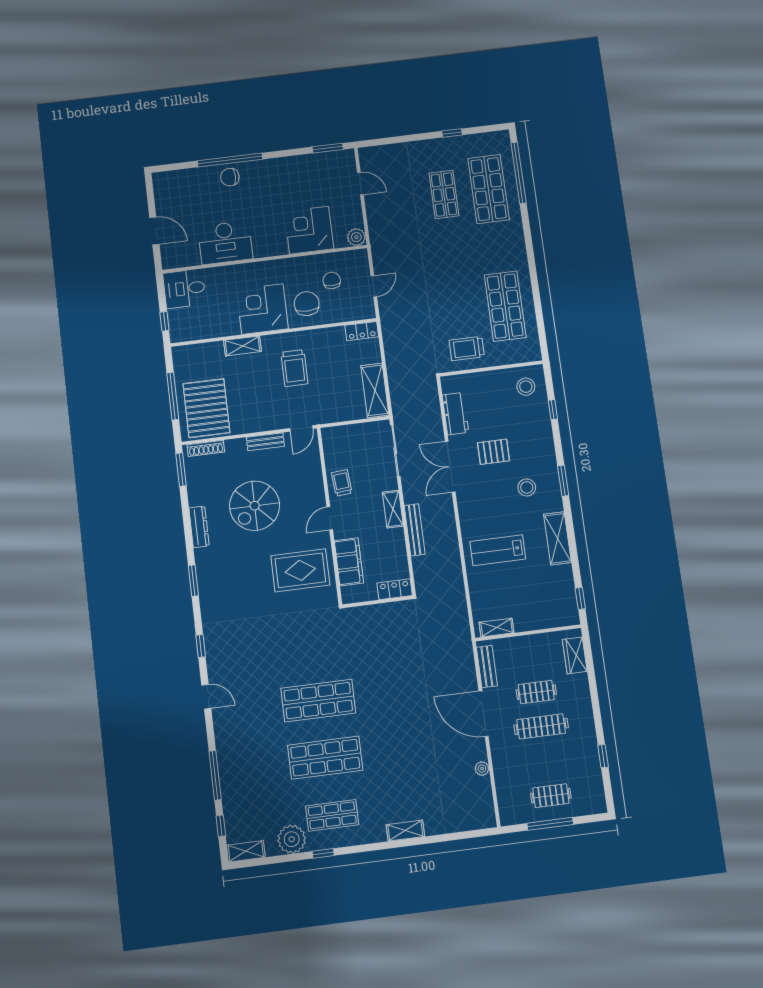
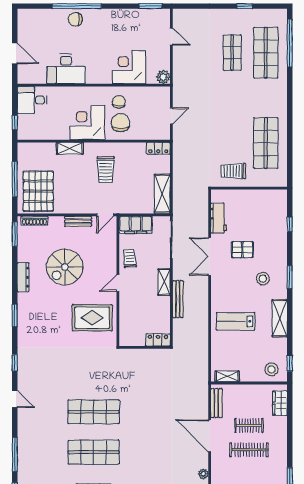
chair: (332, 280) -> (119, 102), moved
stool: (526, 387) -> (271, 369), moved
filing cabinet: (349, 562) -> (136, 225), moved, turned 90

